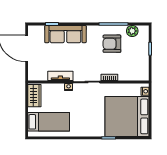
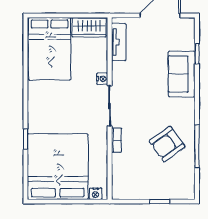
plant: (132, 31) -> (186, 175), removed
sofa: (65, 34) -> (182, 74), width x0.73
armchair: (112, 44) -> (167, 144), turned -126
tv unit: (60, 76) -> (119, 42), moved
bed: (49, 122) -> (50, 49), width x1.50

